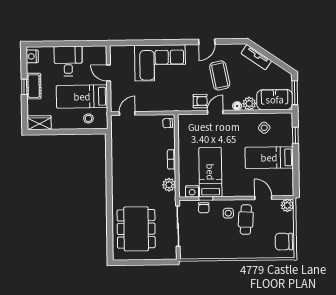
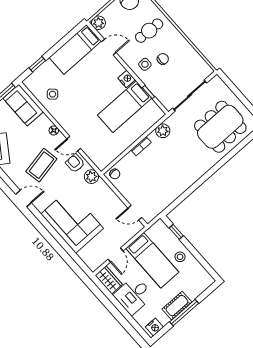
window: (24, 87) -> (184, 313), width x2.17
plant: (249, 104) -> (91, 177), moved
stool: (88, 118) -> (180, 257), moved
wardrobe: (39, 123) -> (109, 280), moved, turned 180
window: (87, 131) -> (176, 232), added
bed: (269, 158) -> (75, 49), moved, turned 90
nightstand: (192, 191) -> (127, 79), moved
door: (263, 198) -> (109, 47), swing flipped
chair: (204, 208) -> (163, 59), moved
cafe table: (246, 220) -> (149, 31), moved

